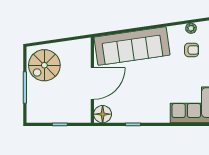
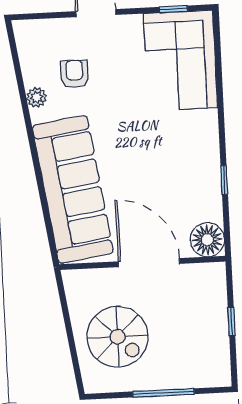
plant: (191, 28) -> (37, 97), moved
spiral stairs: (44, 65) -> (118, 337), moved

